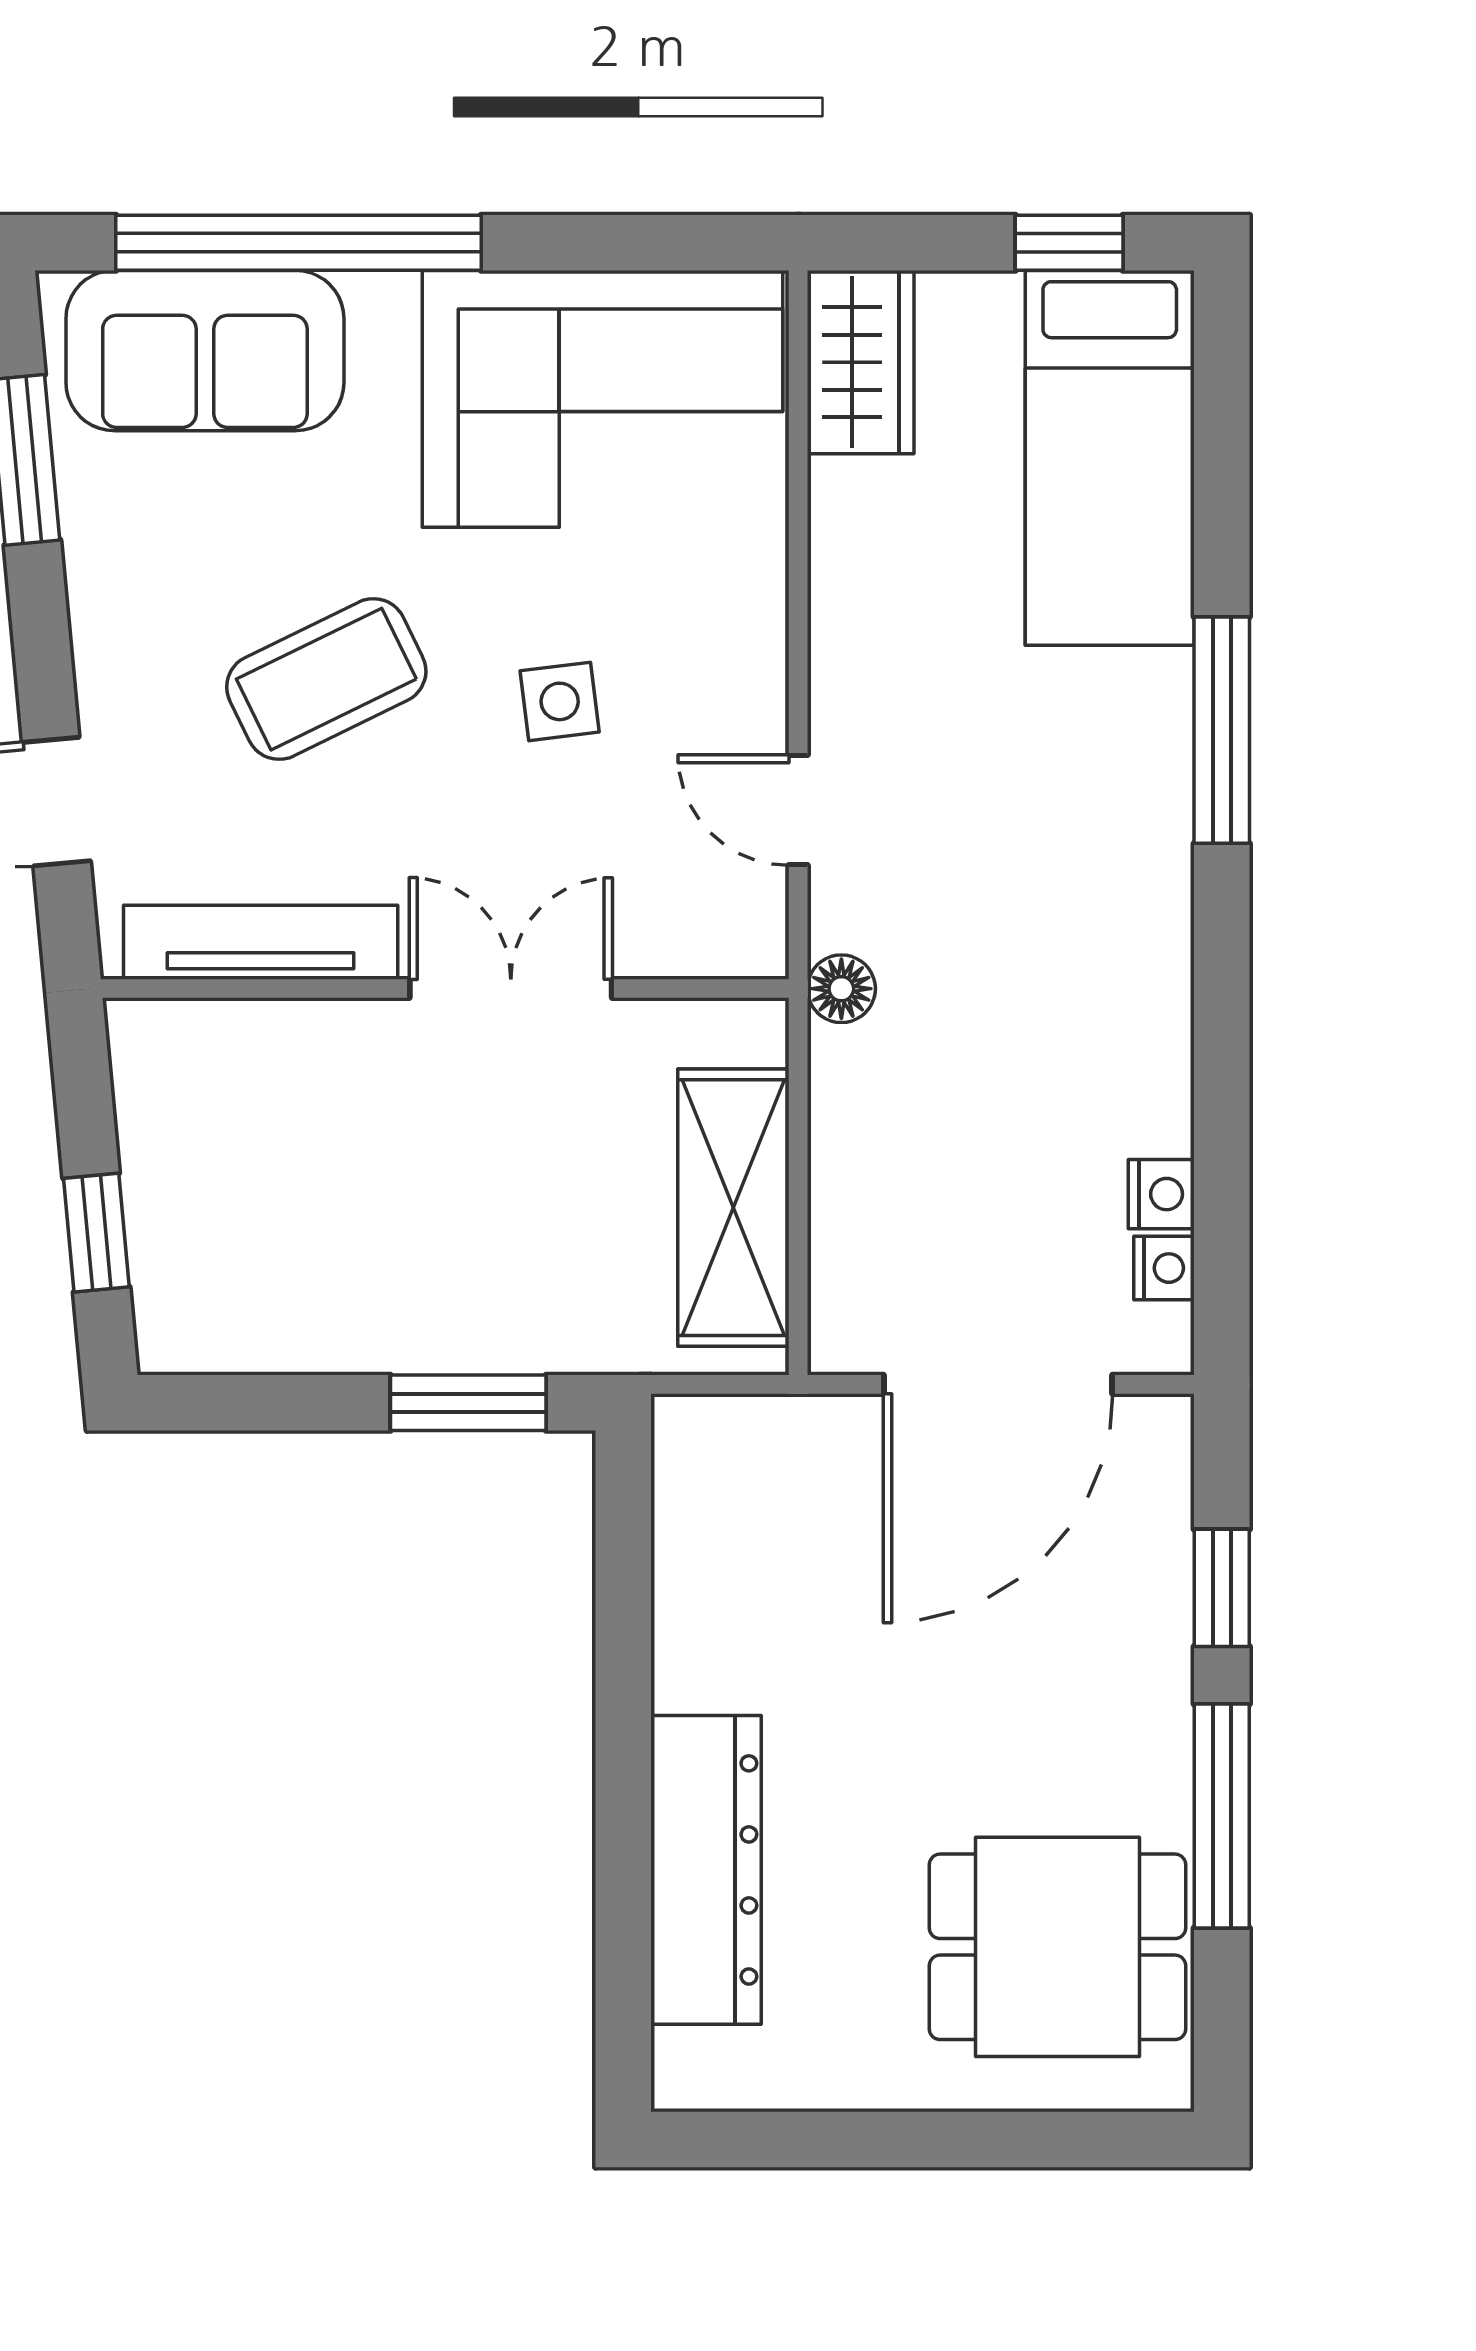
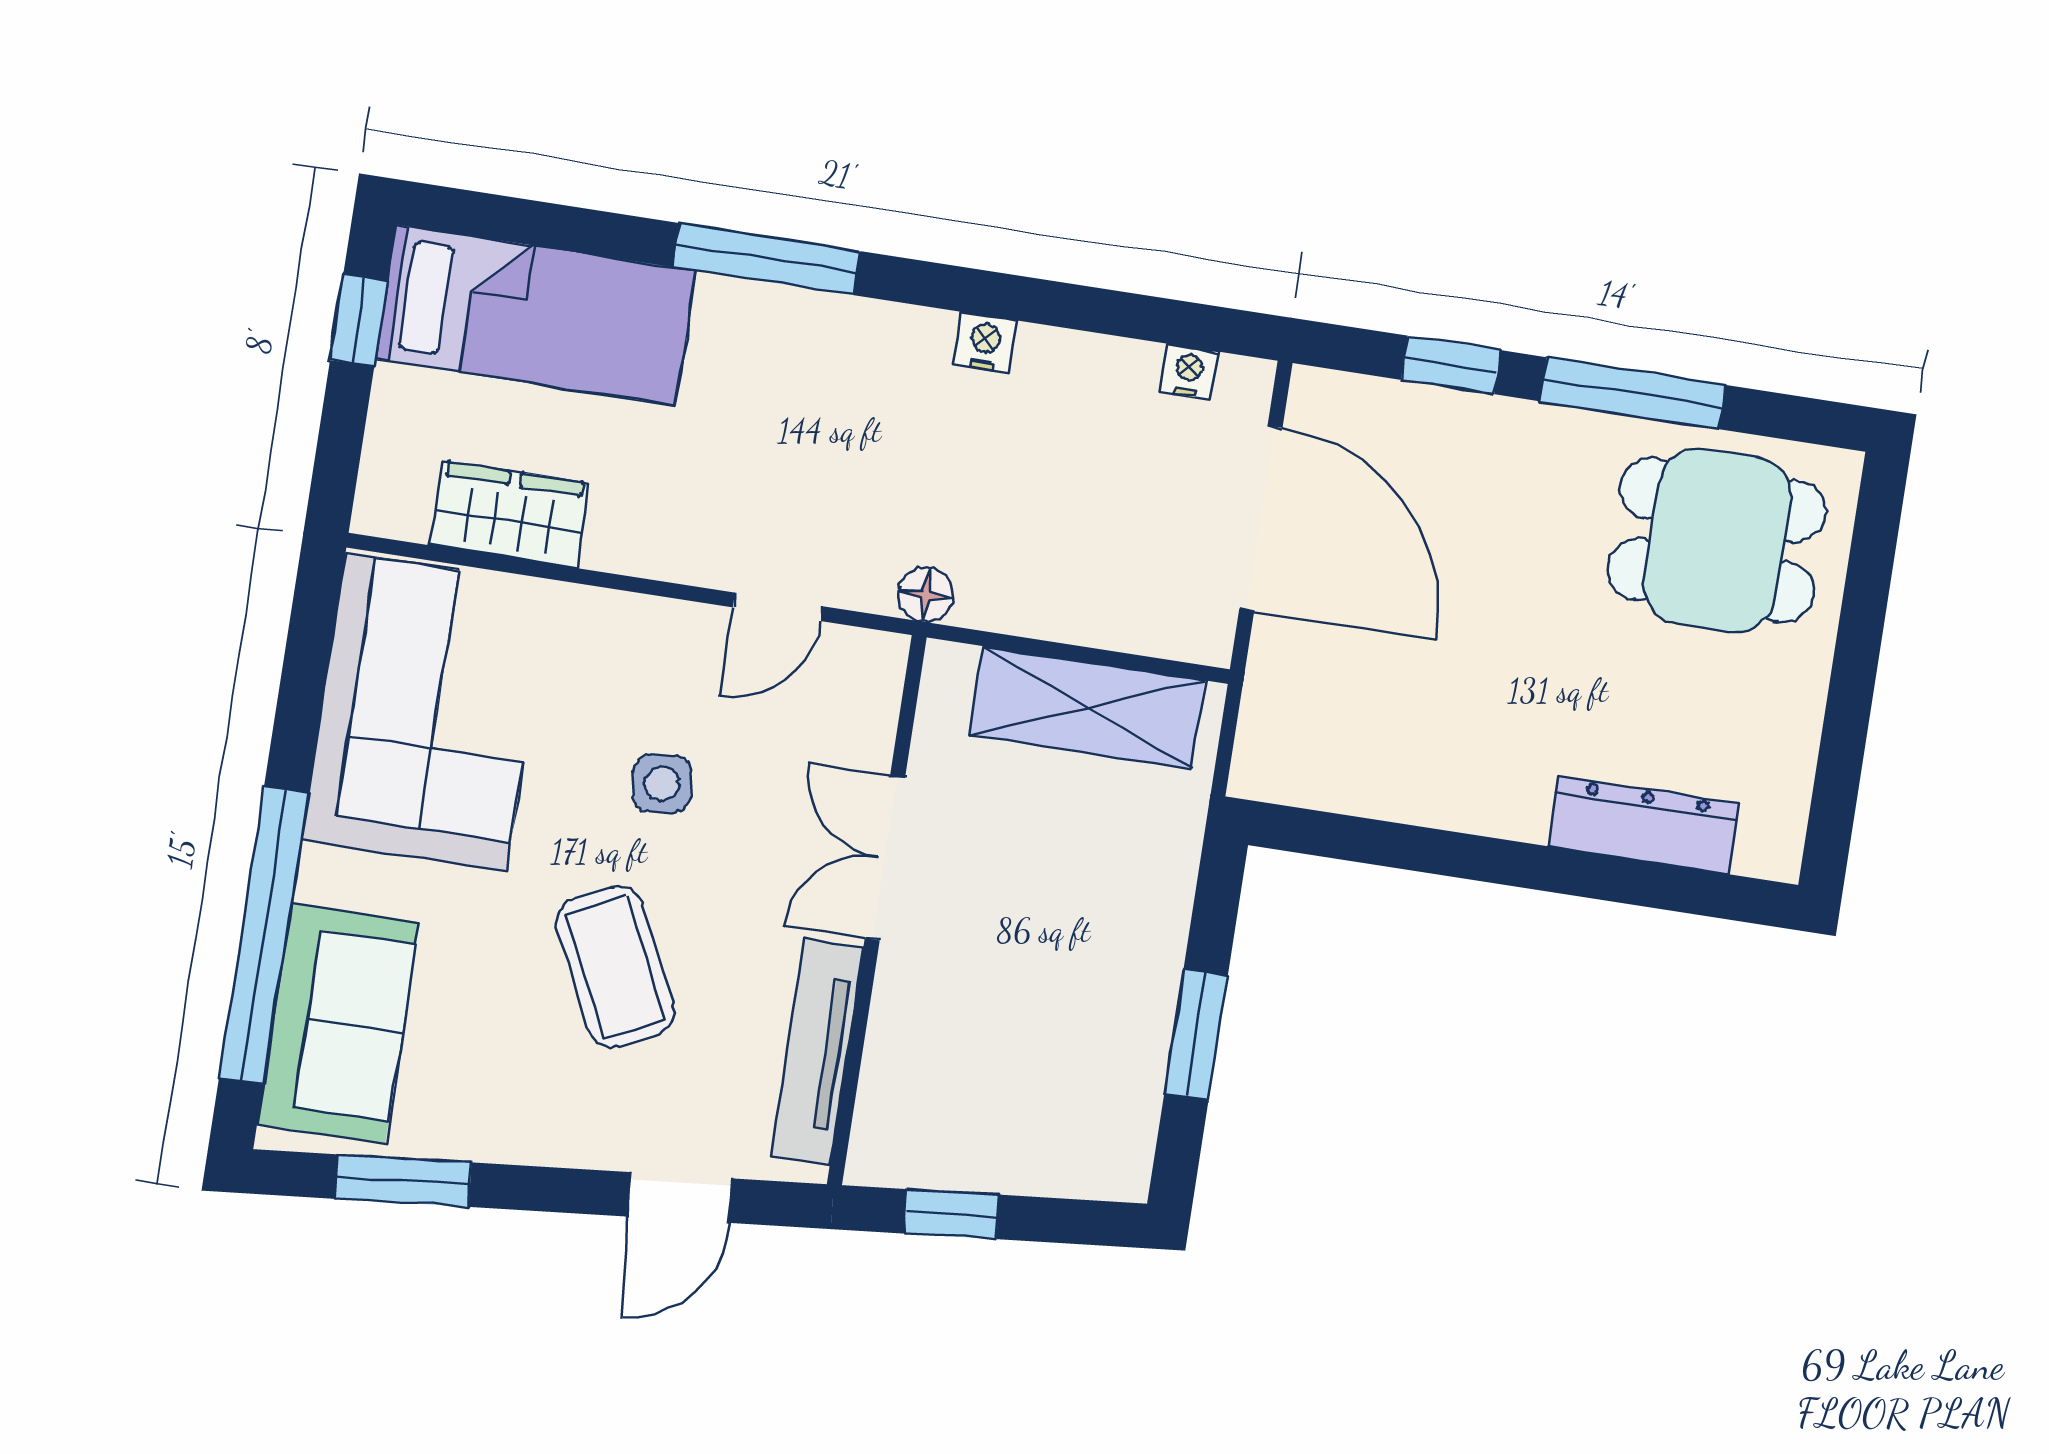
wardrobe: (861, 362) -> (510, 514), moved
nightstand: (1161, 1194) -> (985, 342), moved
window: (96, 1233) -> (952, 1214), moved
window: (468, 1403) -> (1196, 1035), moved
dresser: (706, 1870) -> (1644, 825), width x0.73, depth x0.80
dining table: (1057, 1947) -> (1717, 540), turned 90

